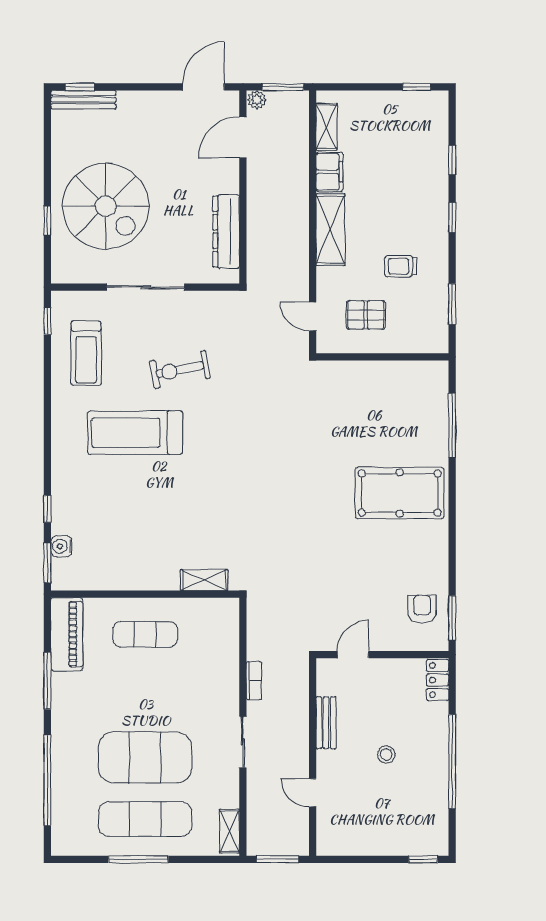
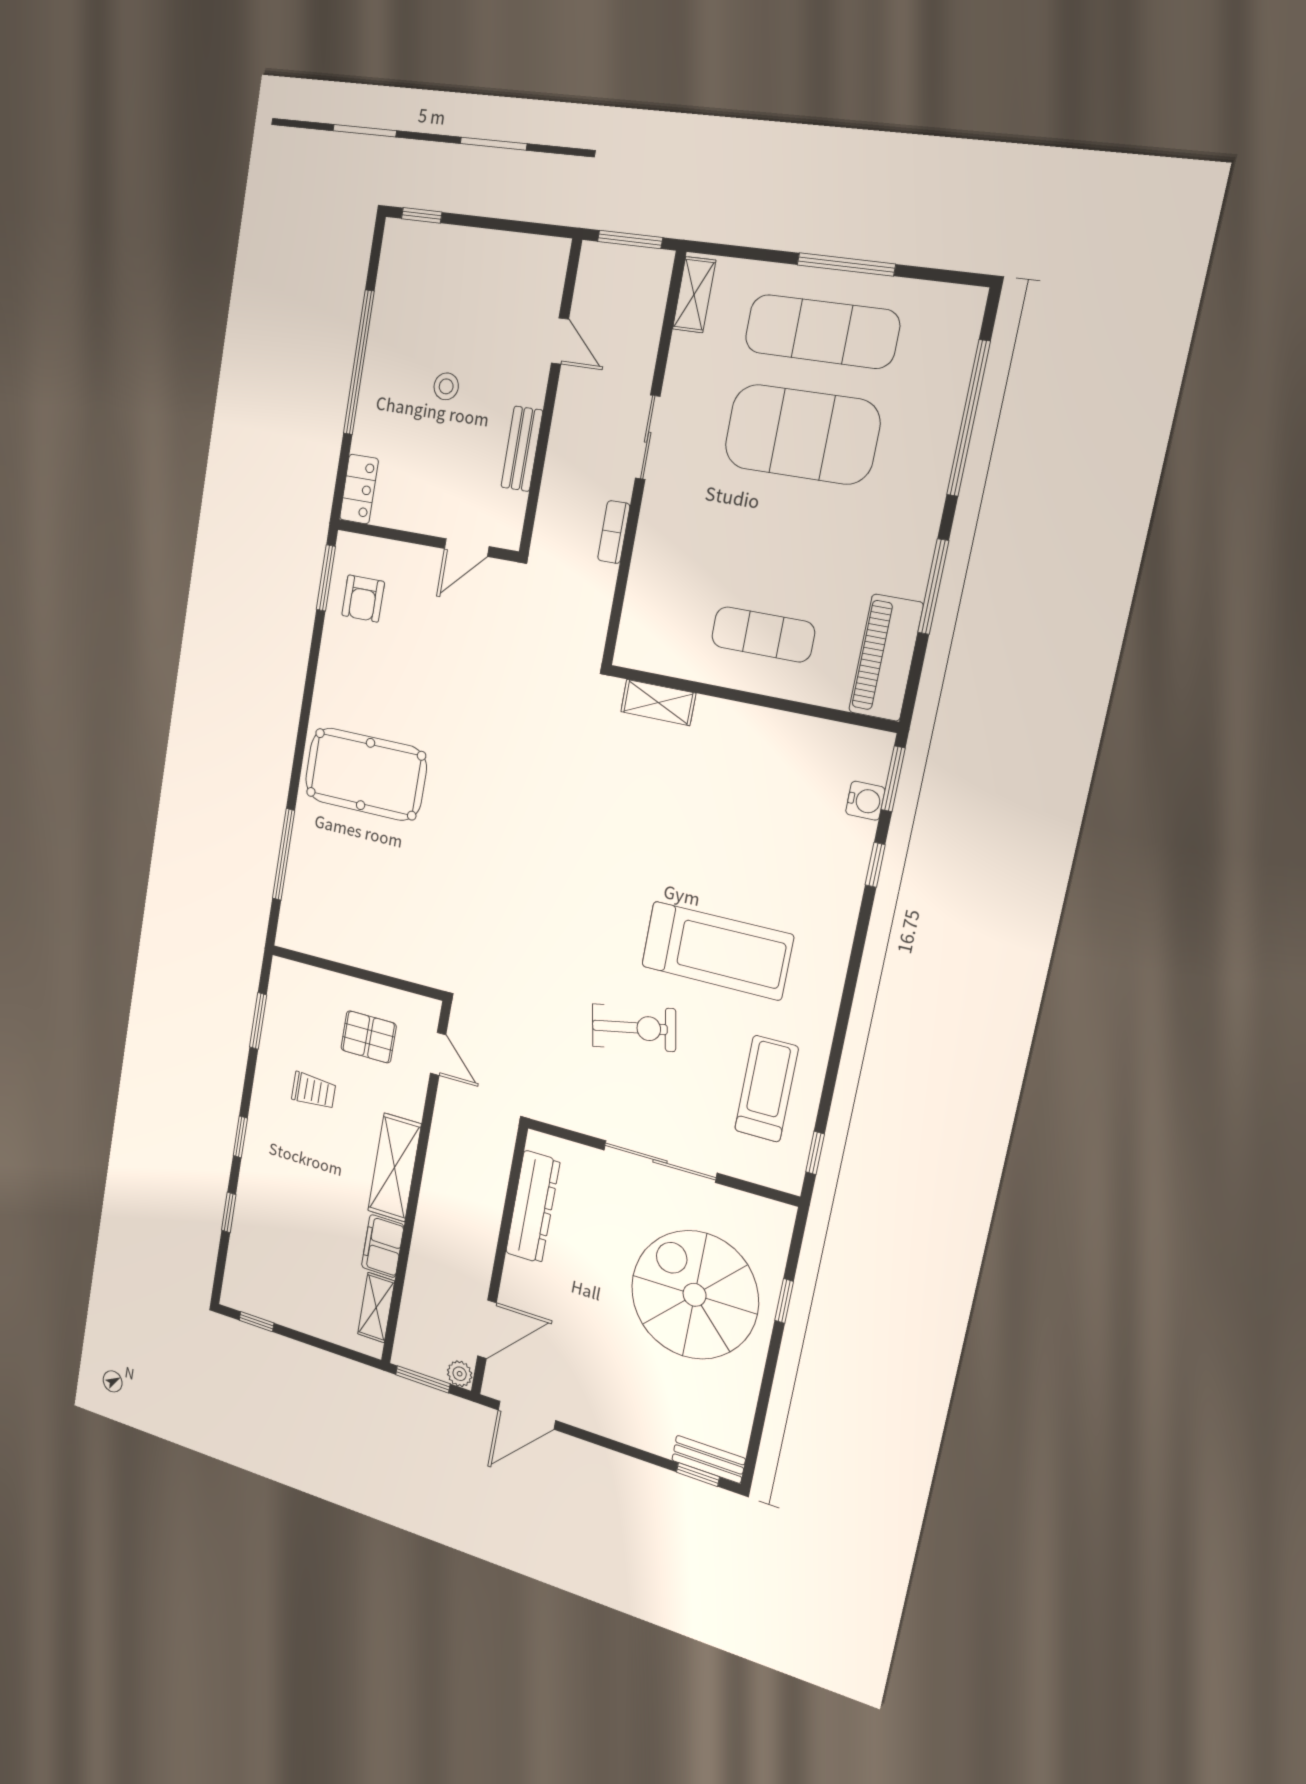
bench: (84, 100) -> (709, 1459), width x0.73

